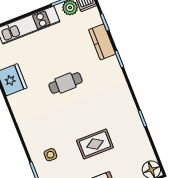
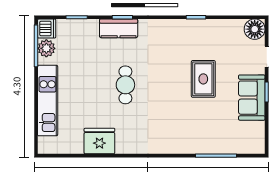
kitchen counter: (102, 42) -> (119, 28), moved
side table: (50, 155) -> (196, 131), removed

